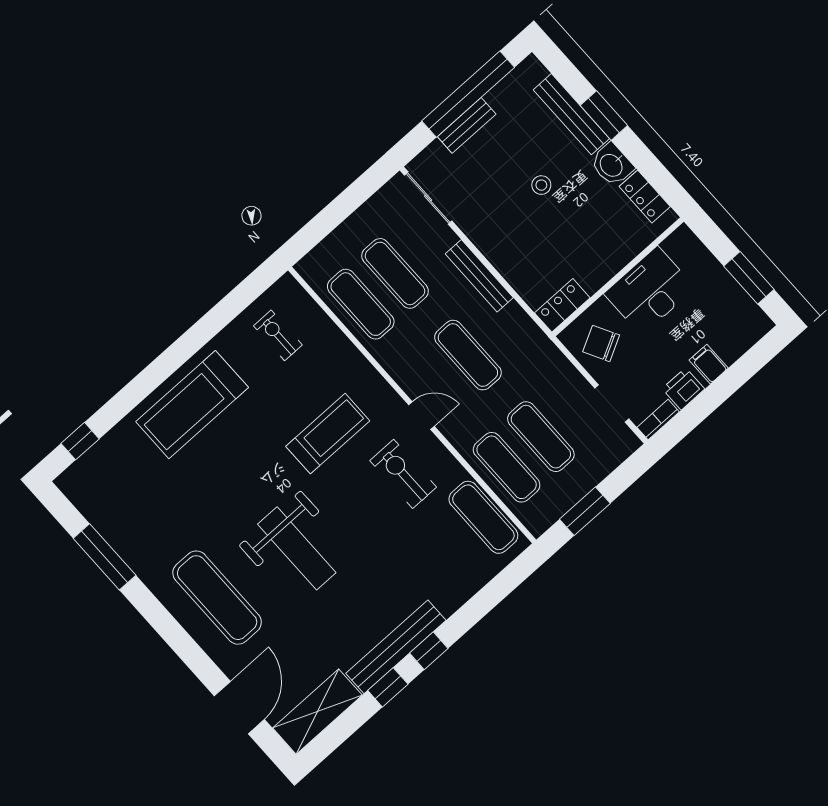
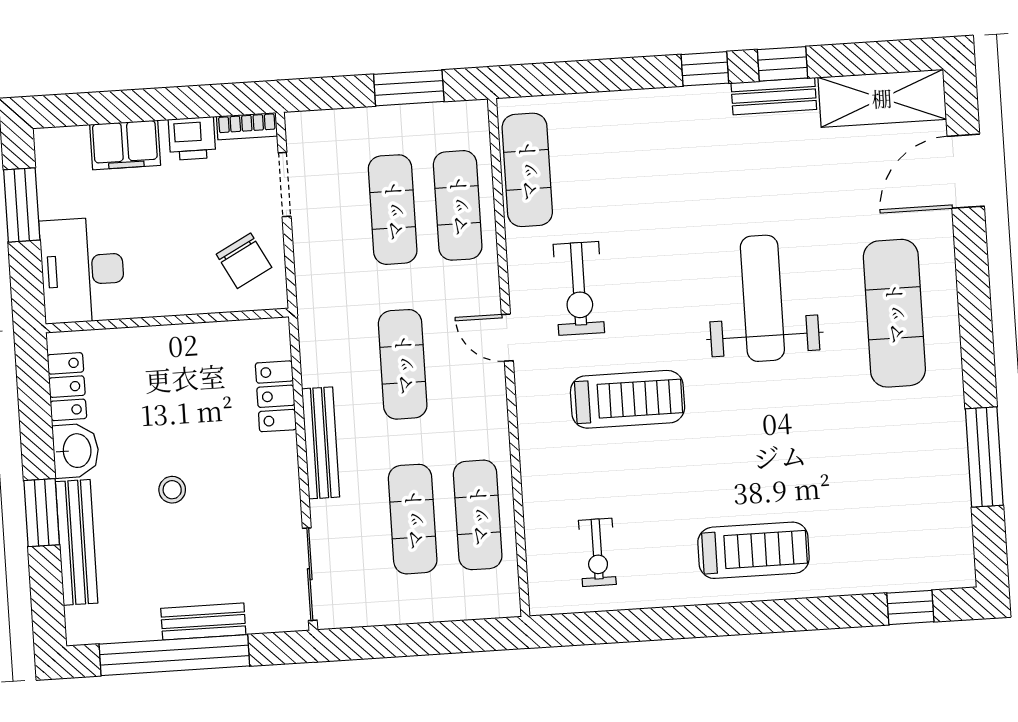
desk: (650, 291) -> (82, 270), moved, turned 90
locker: (562, 305) -> (276, 396), moved, turned 90
filing cabinet: (709, 364) -> (125, 145), width x2.00
treadmill: (192, 405) -> (753, 550), width x0.73, depth x0.73
treadmill: (328, 434) -> (628, 399), turned 180
bench: (396, 647) -> (774, 96), width x0.54, depth x0.82

